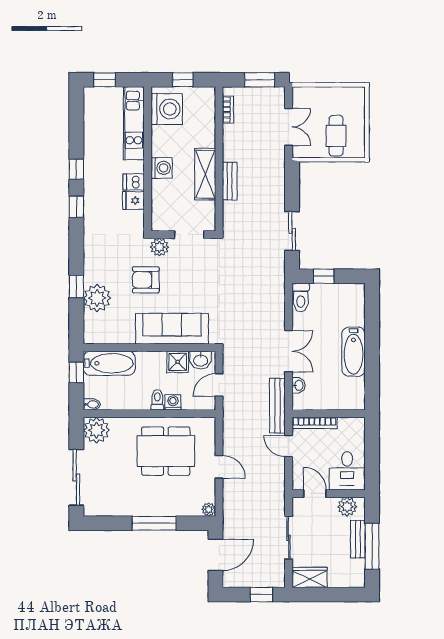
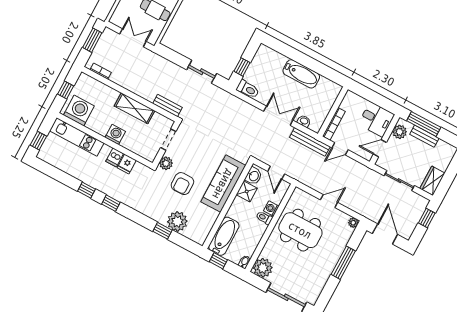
bench: (230, 181) -> (168, 105), moved
dining table: (166, 451) -> (300, 230), turned 90
window: (372, 546) -> (424, 124), moved

